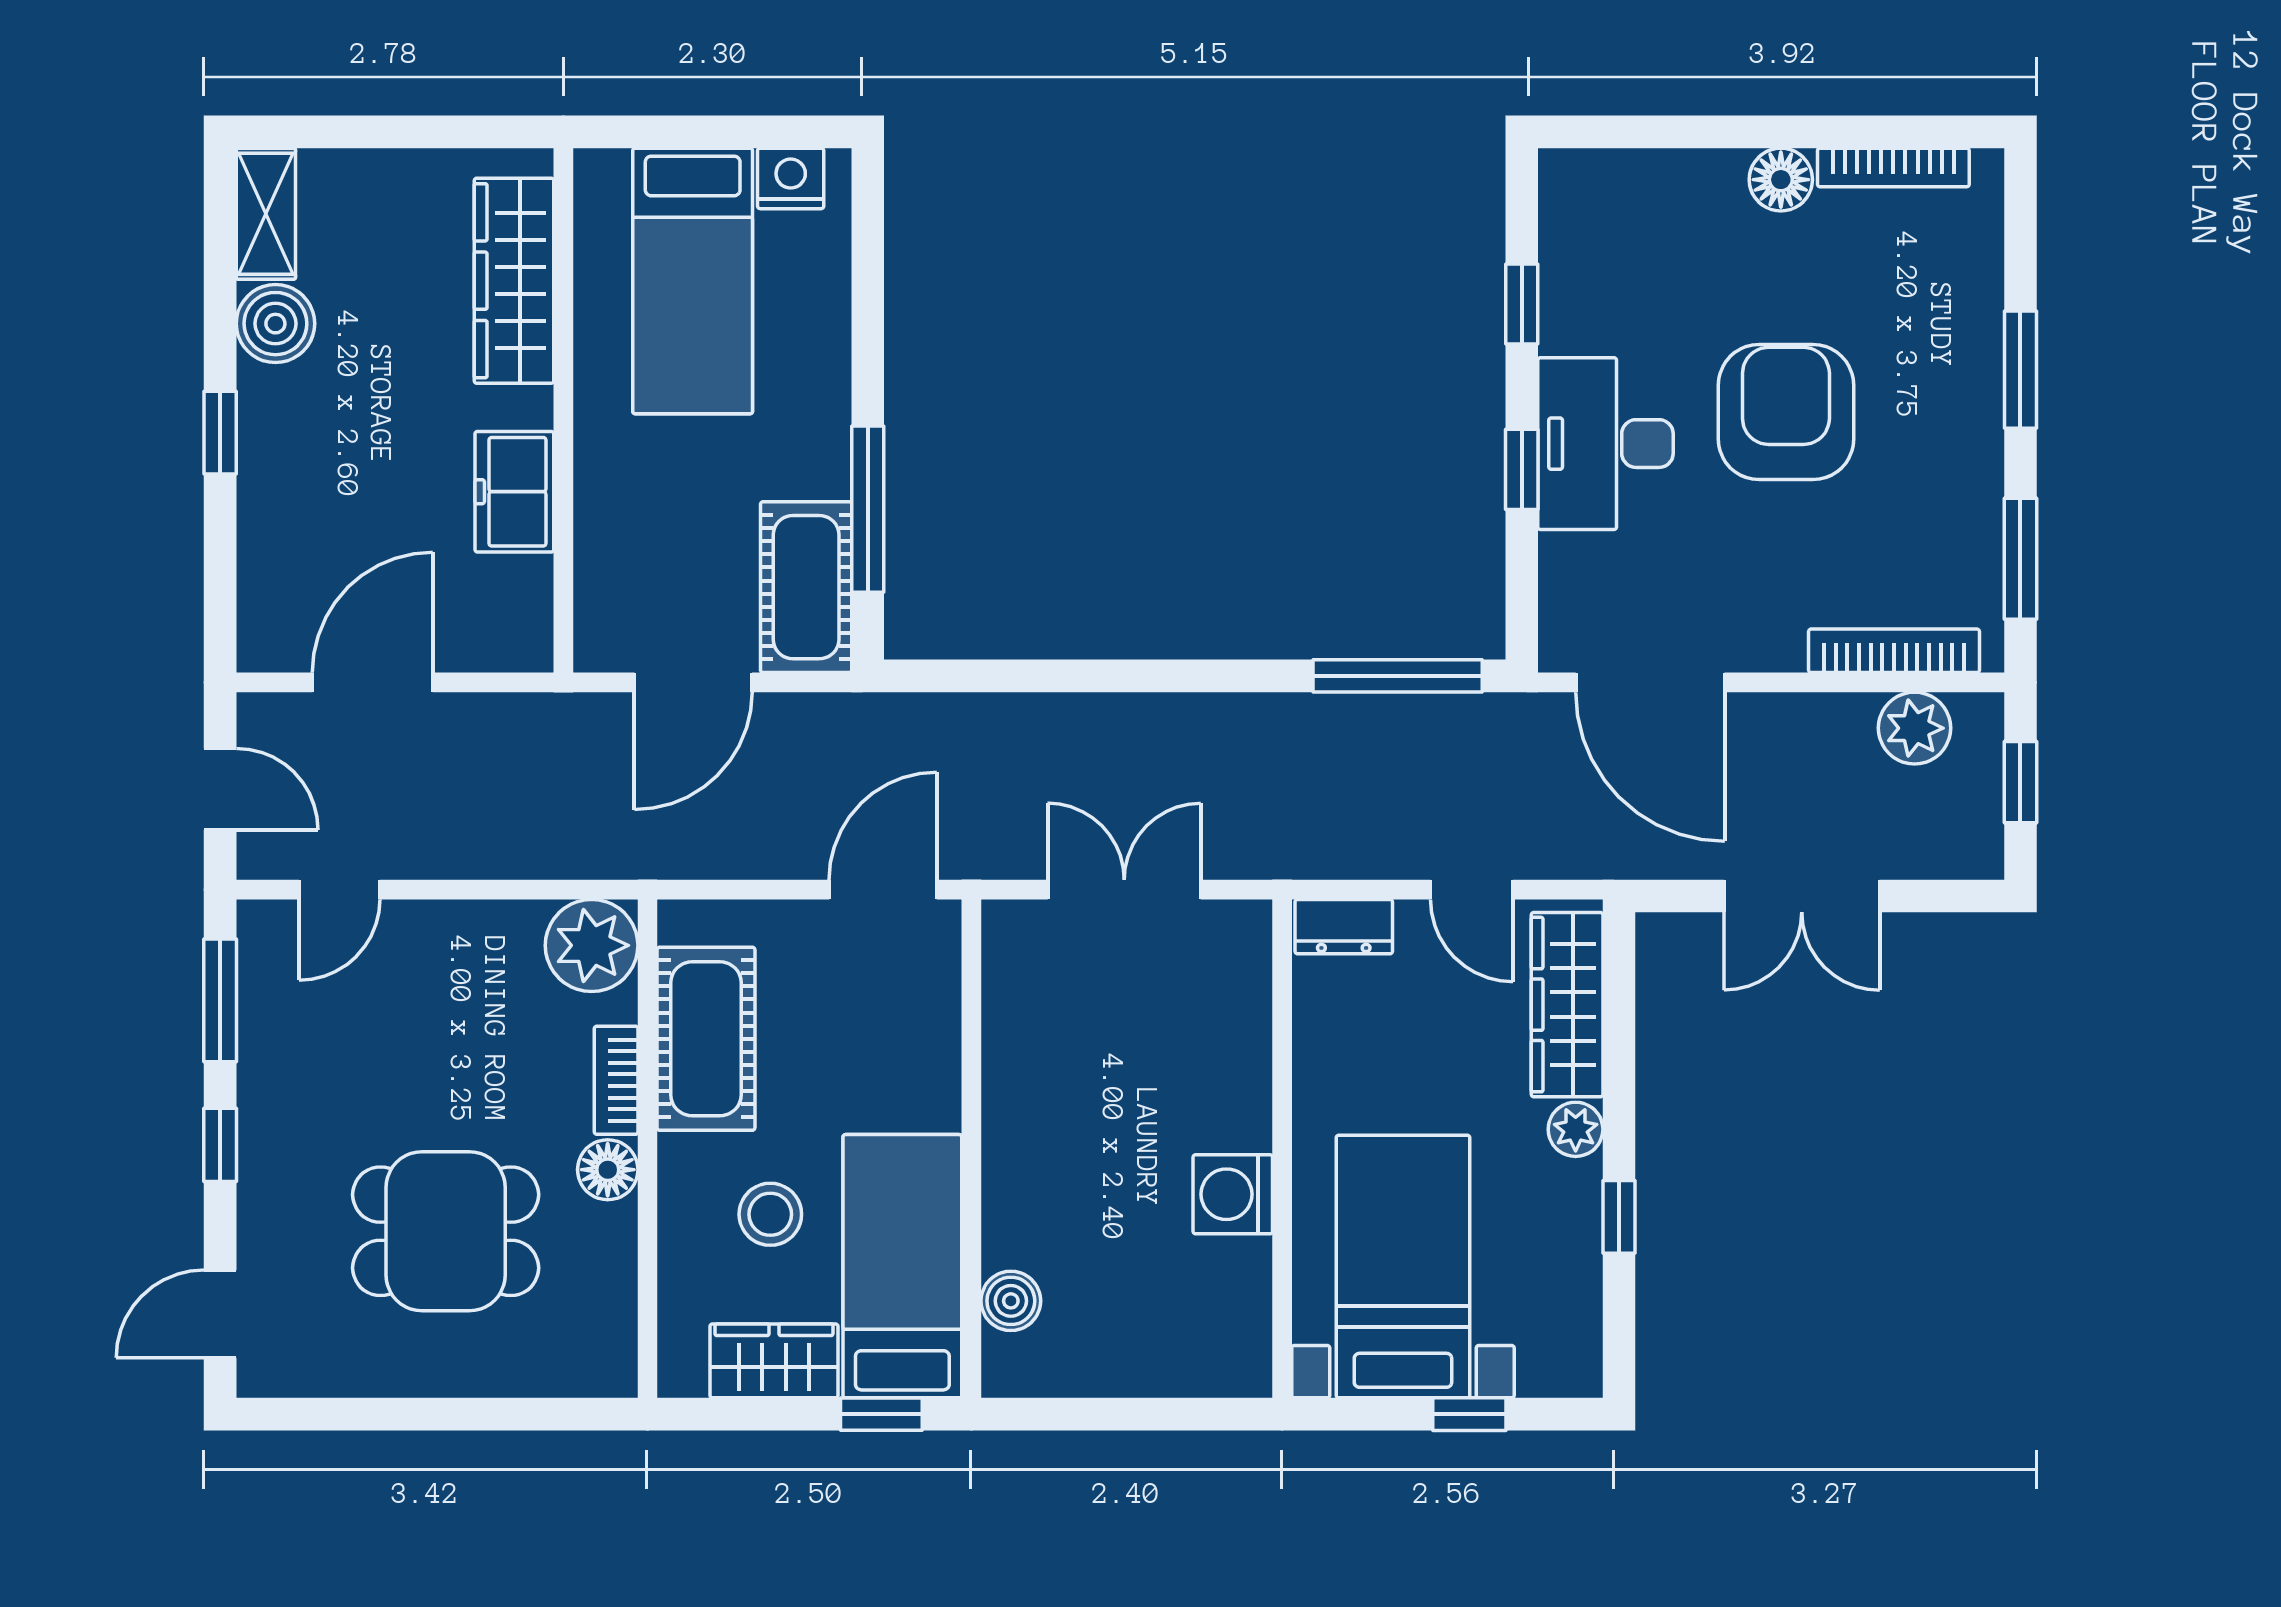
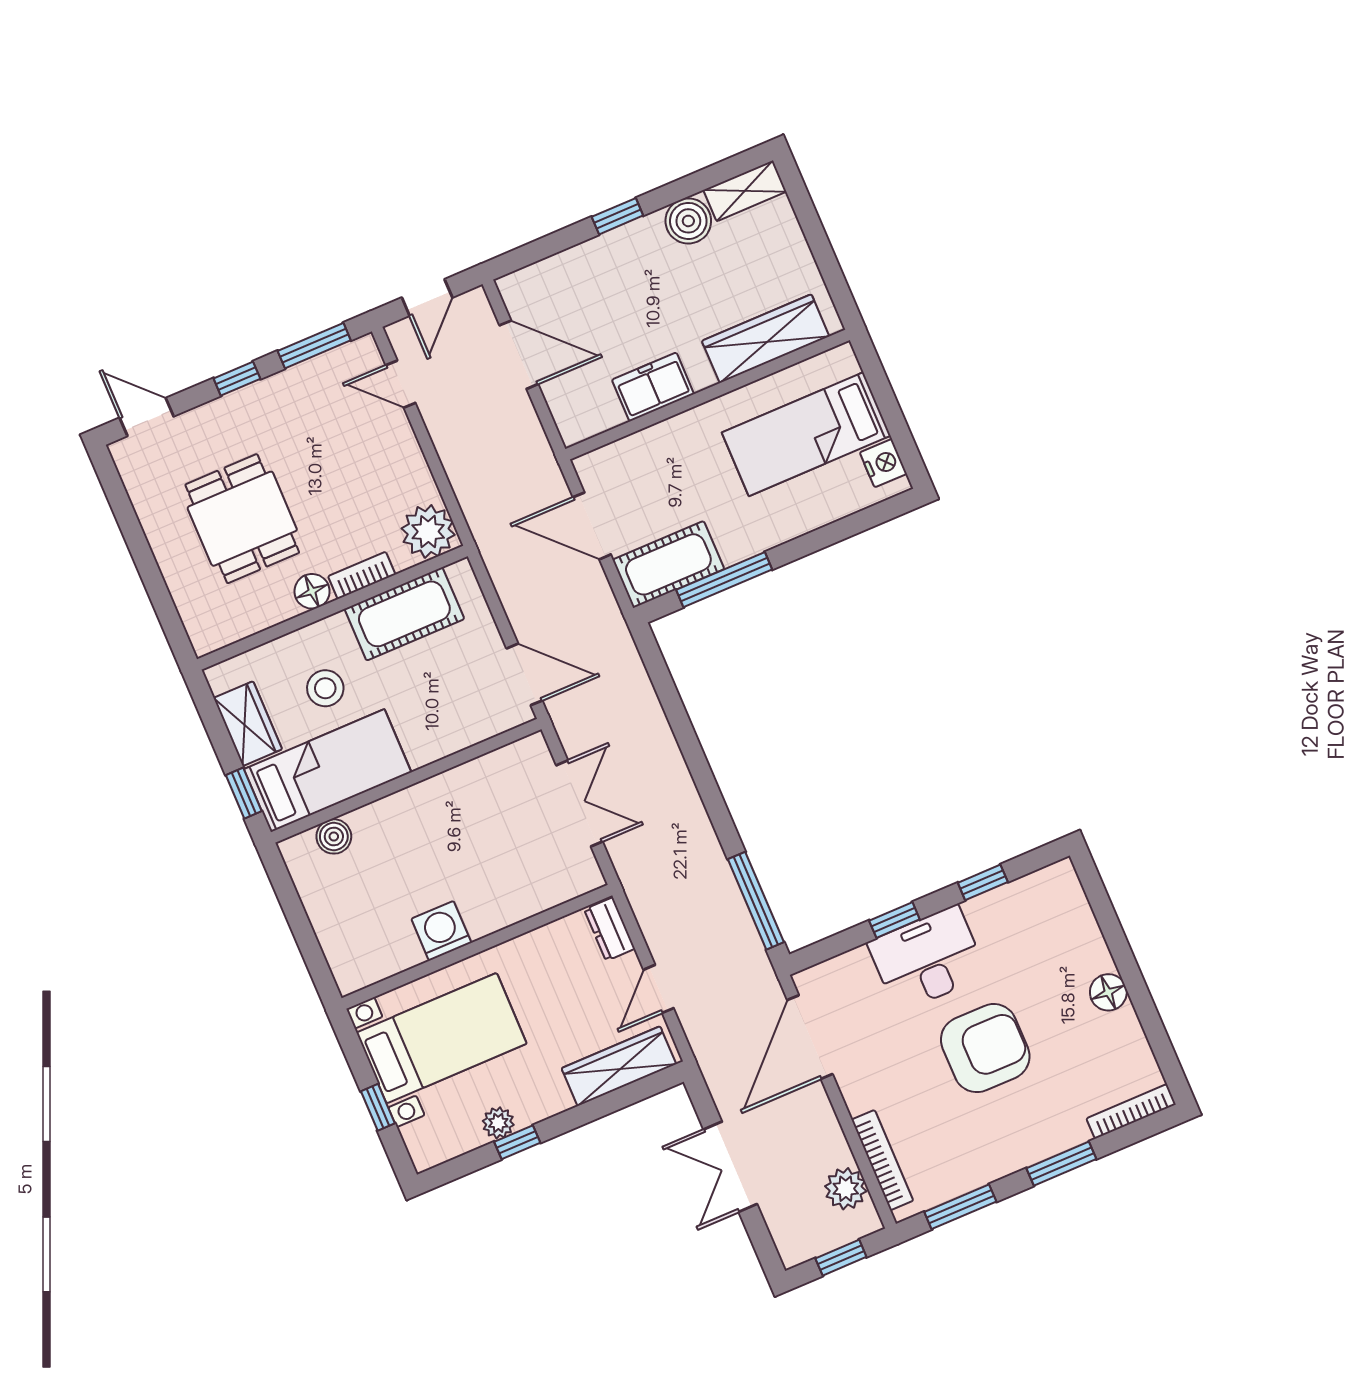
bookcase: (1893, 167) -> (1131, 1111), moved, turned 90
plant: (1576, 1129) -> (498, 1123), moved

